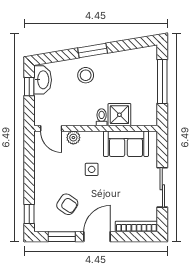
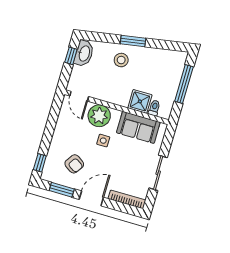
toilet: (102, 117) -> (154, 108), moved
plant: (73, 138) -> (99, 116), width x1.88, depth x1.88

